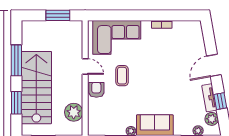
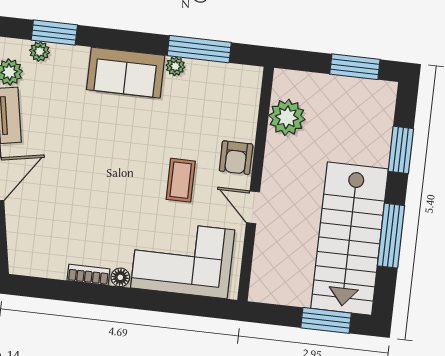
window: (58, 15) -> (326, 320), moved
floor lamp: (146, 25) -> (120, 277), added
stairs: (36, 88) -> (350, 239), moved

